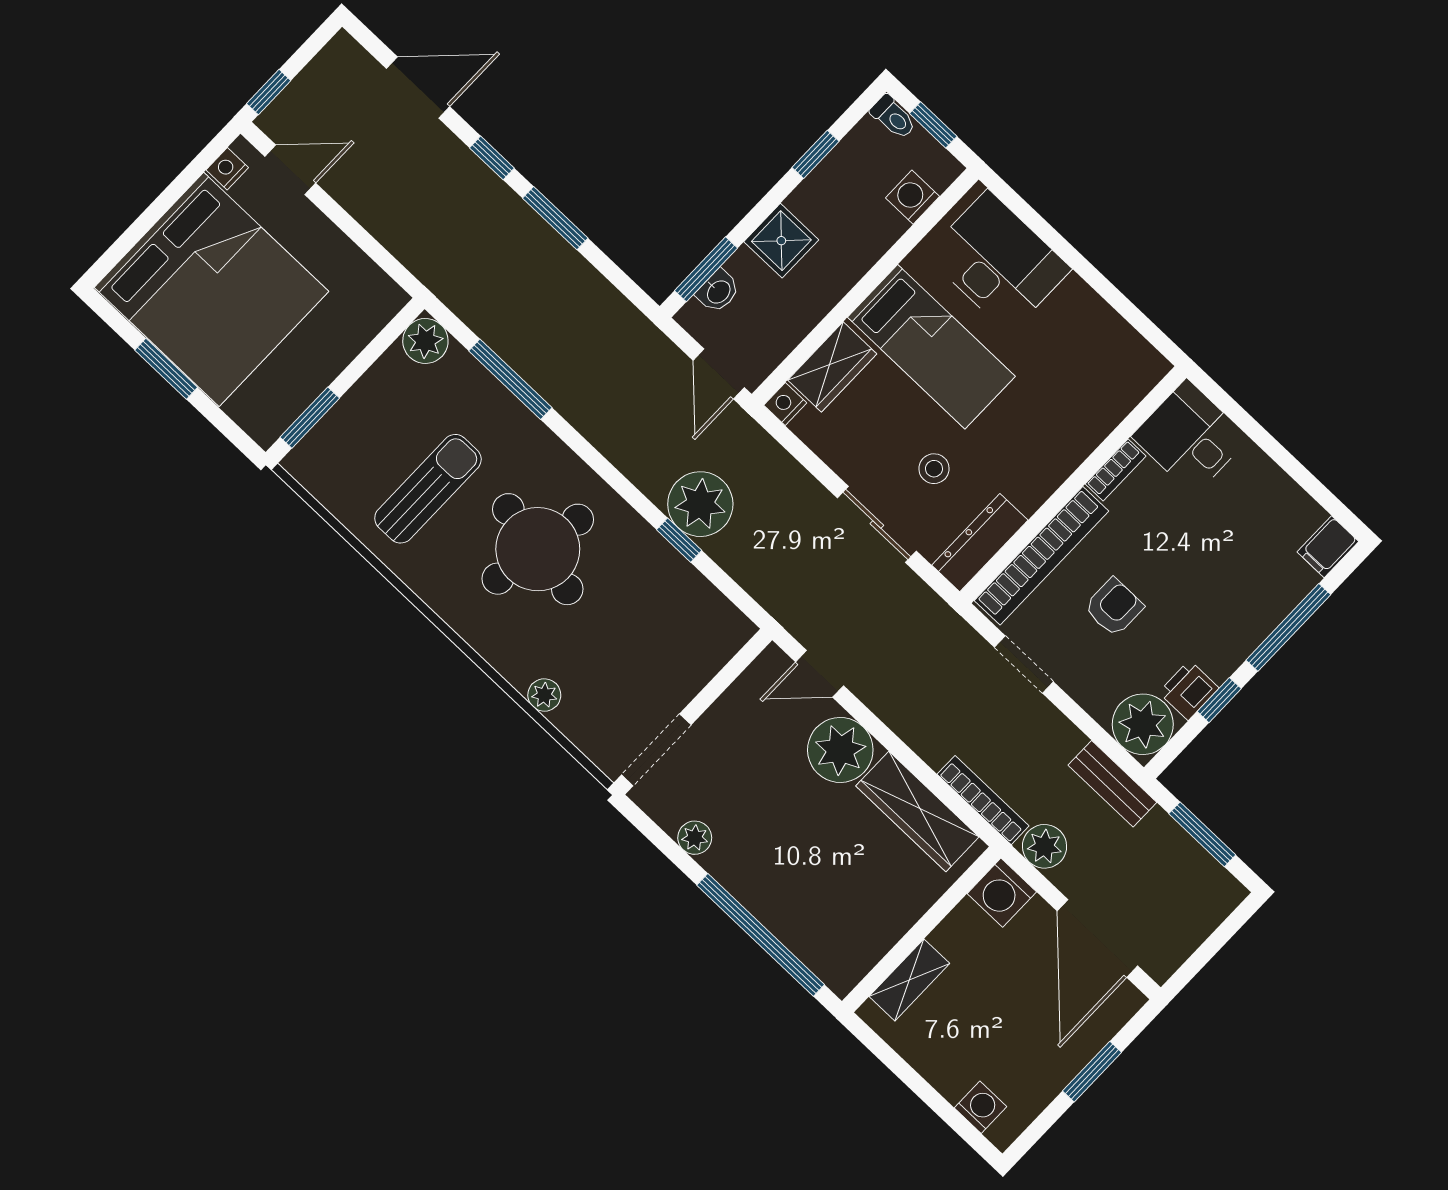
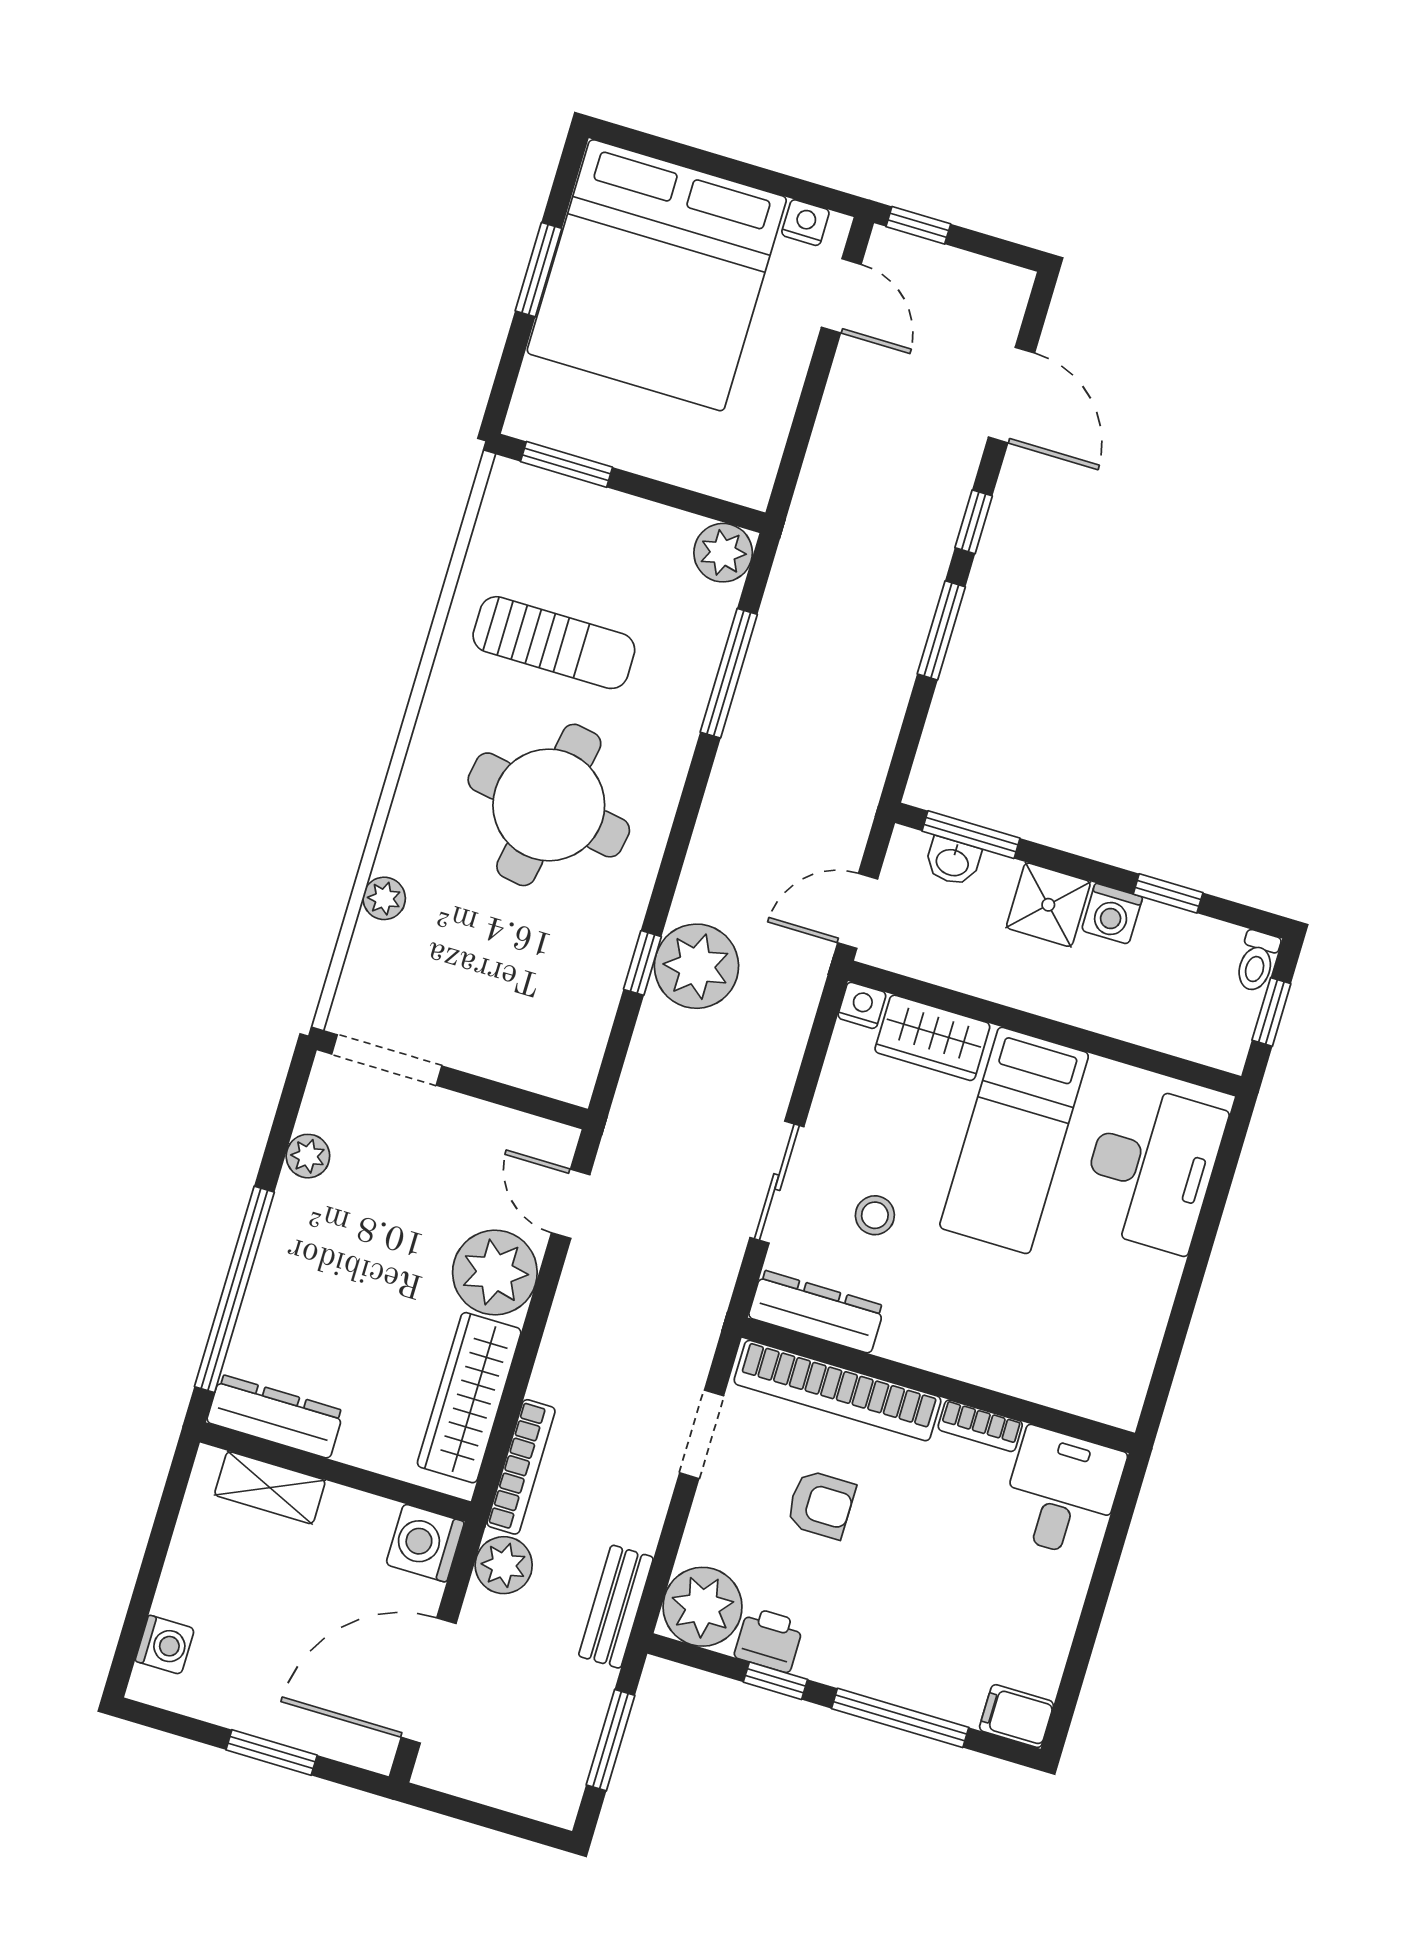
washing machine: (913, 197) -> (1112, 914), moved, turned 180
dresser: (862, 951) -> (275, 1416), added

